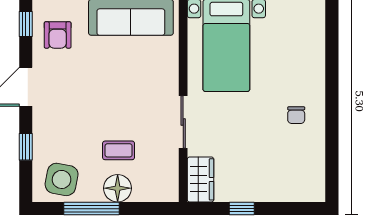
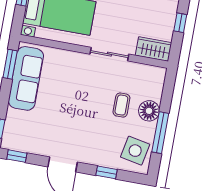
armchair: (58, 35) -> (29, 134), removed

